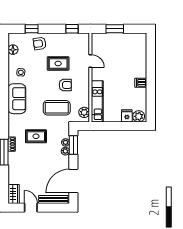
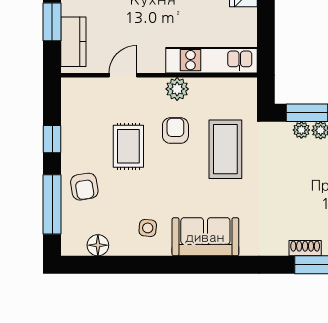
window: (32, 29) -> (52, 204), width x2.17
window: (72, 29) -> (52, 139), moved
kitchen counter: (106, 38) -> (73, 42), added
plant: (84, 112) -> (177, 89), moved
rug: (36, 136) -> (288, 195), removed

